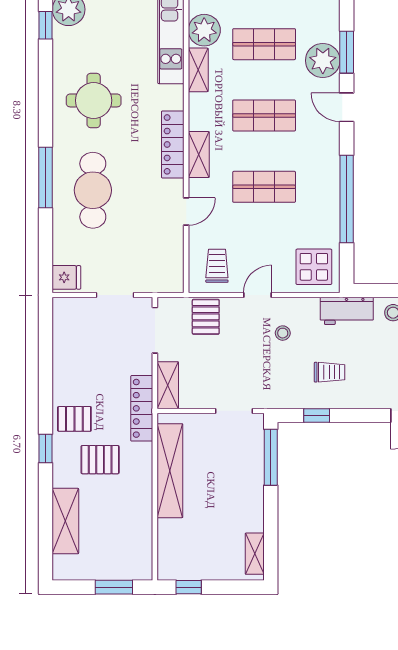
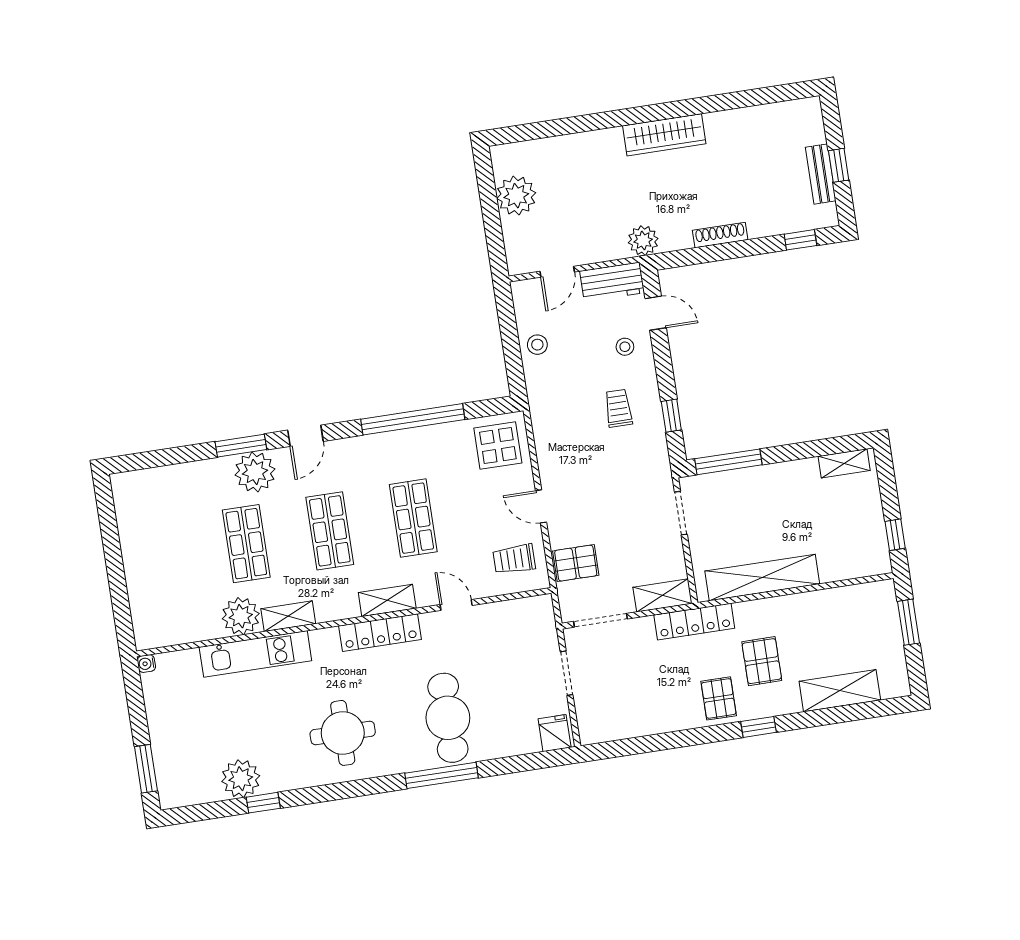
cafe table: (93, 190) -> (448, 718), turned 90
workbench: (347, 311) -> (544, 399), removed
stool: (283, 333) -> (625, 347), moved

